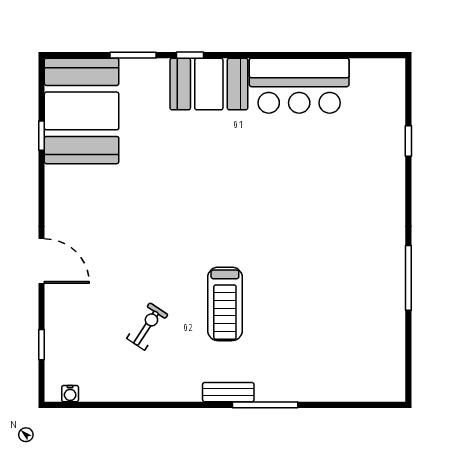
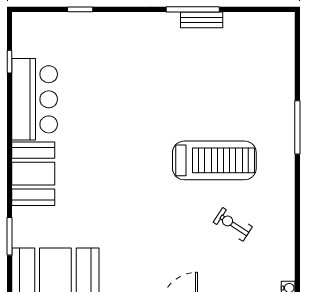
window: (190, 55) -> (9, 62), moved
treadmill: (225, 304) -> (214, 160), width x1.37, depth x1.38
bench: (228, 392) -> (202, 20), moved, turned 90

